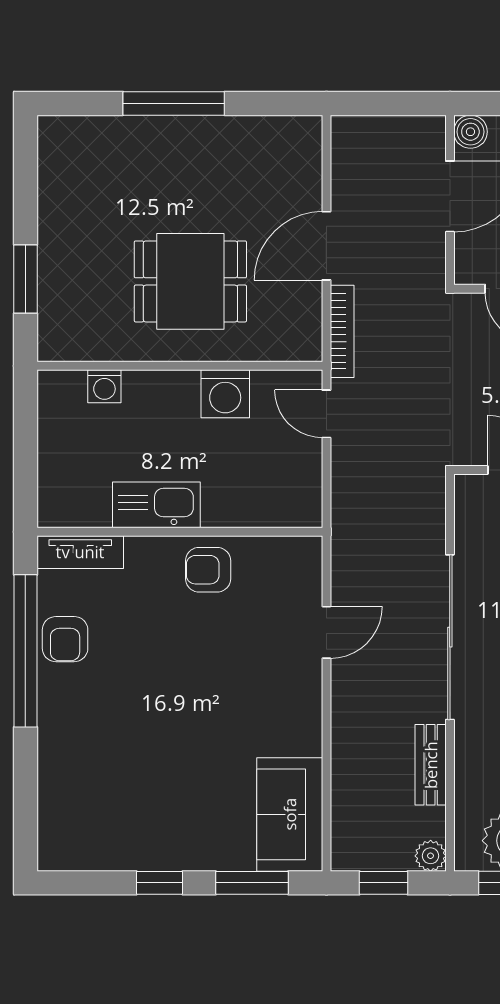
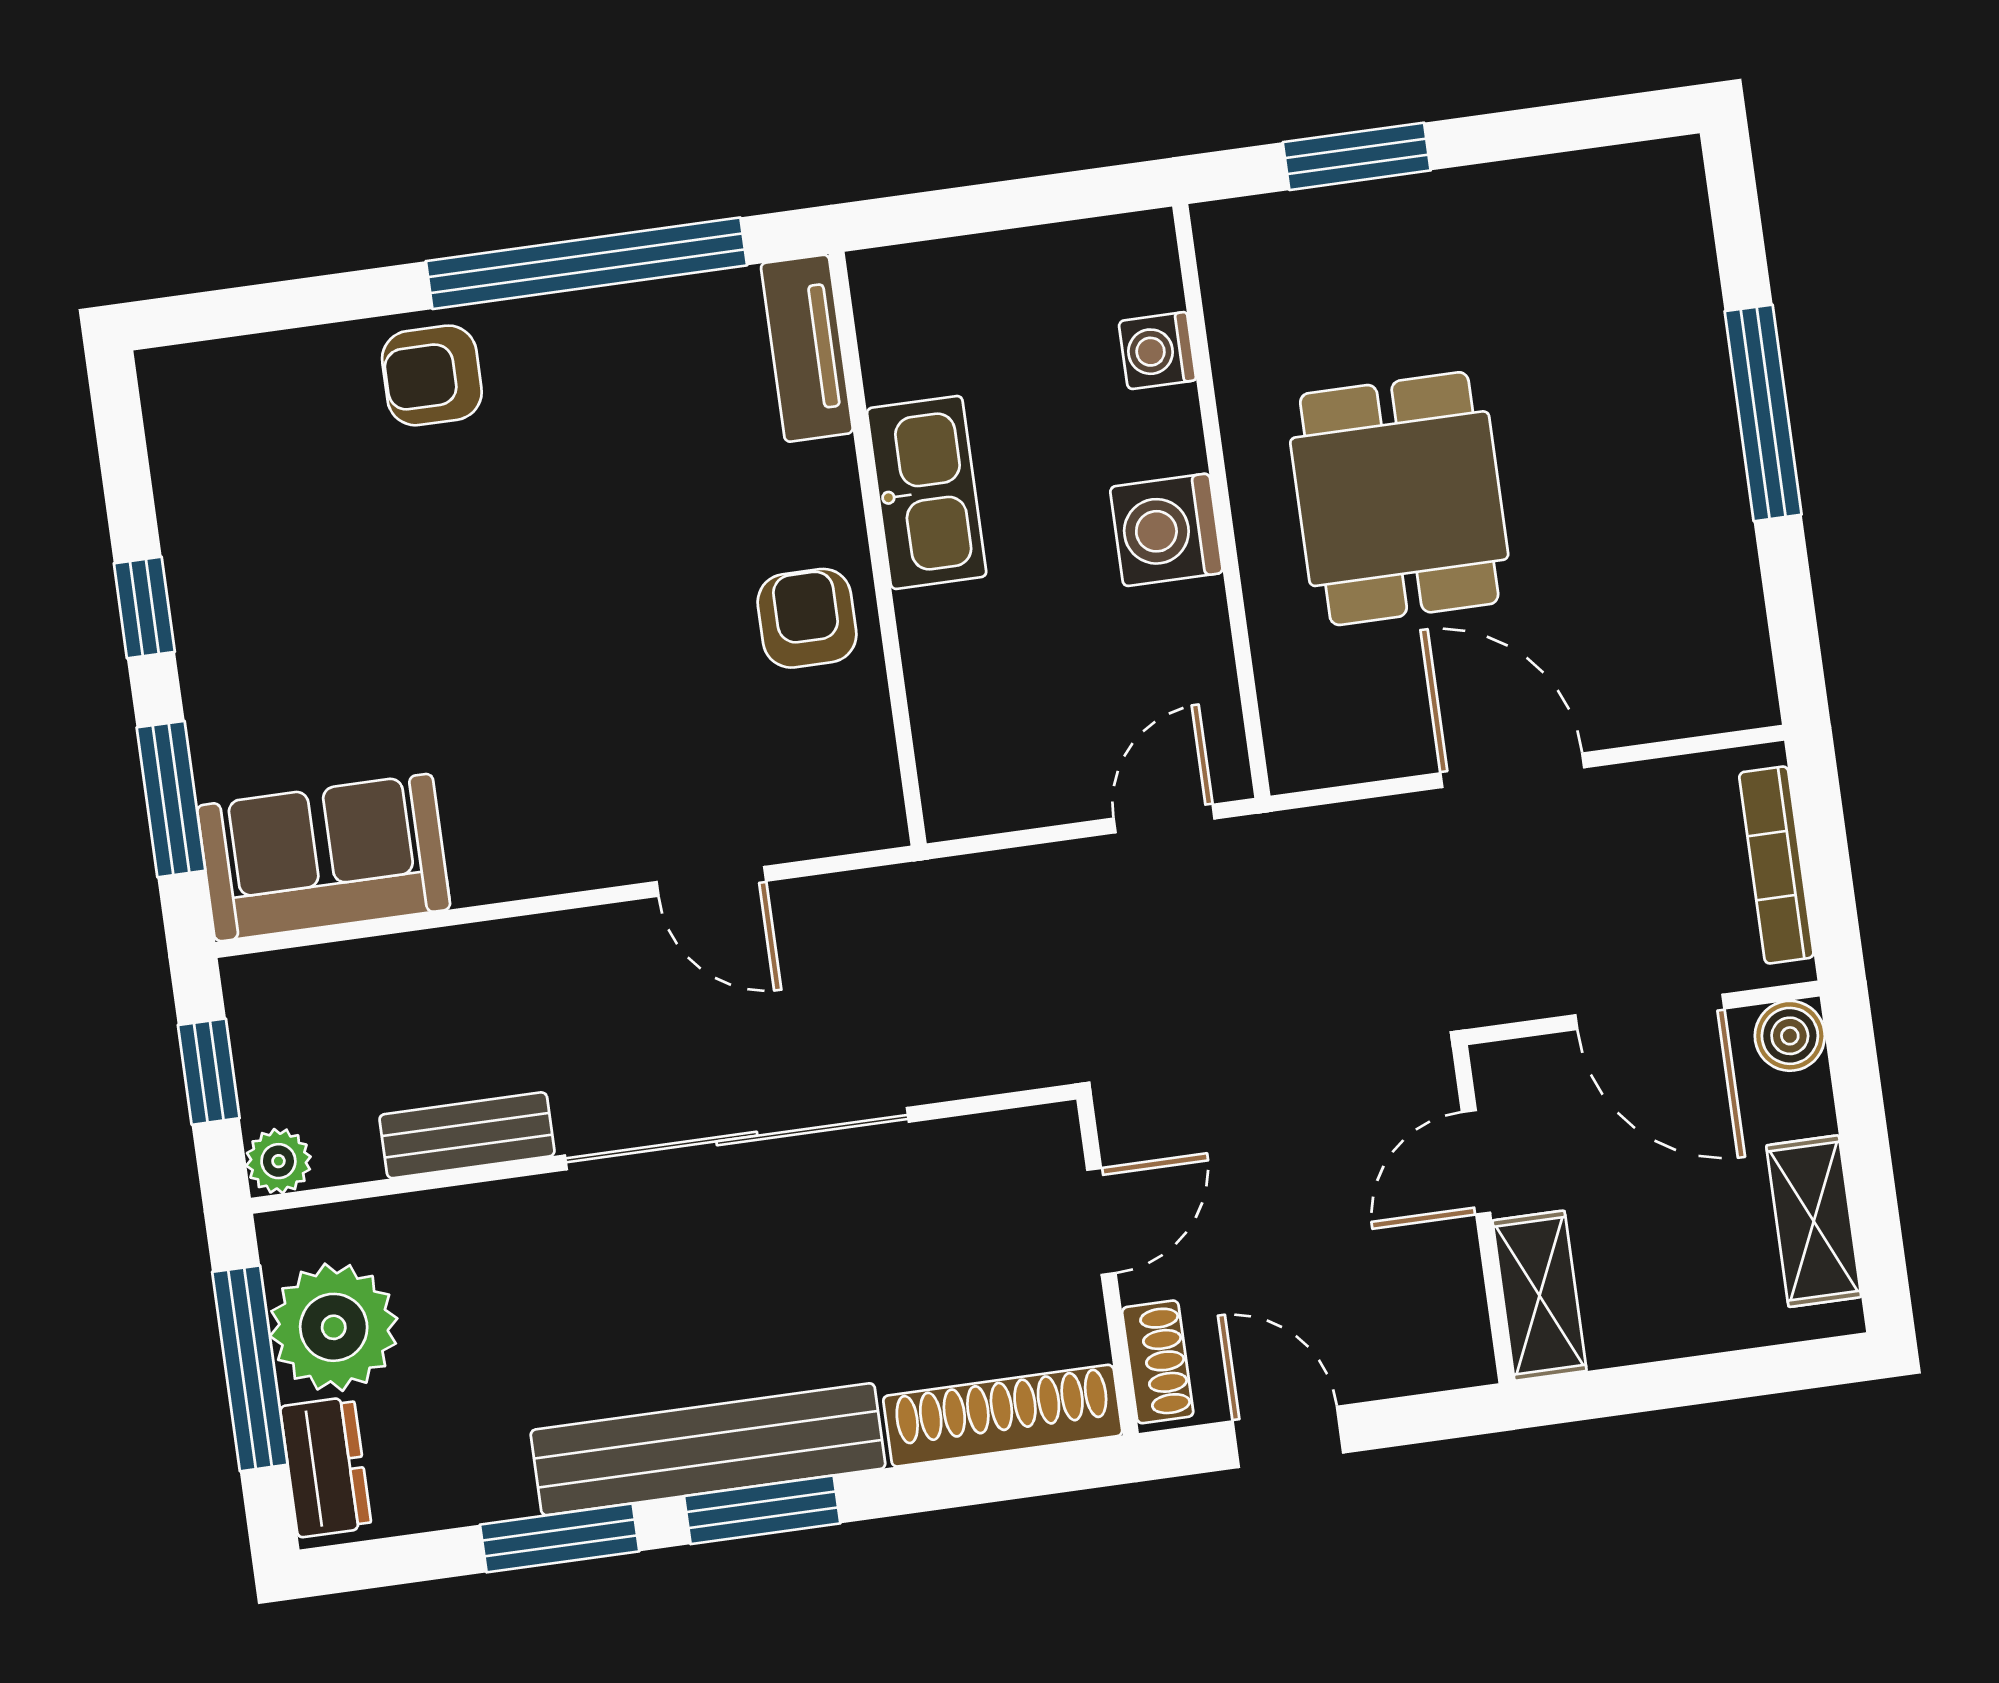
bookcase: (342, 331) -> (1776, 865), moved, turned 90
washing machine: (225, 394) -> (1166, 530), moved
armchair: (65, 639) -> (432, 375), moved

